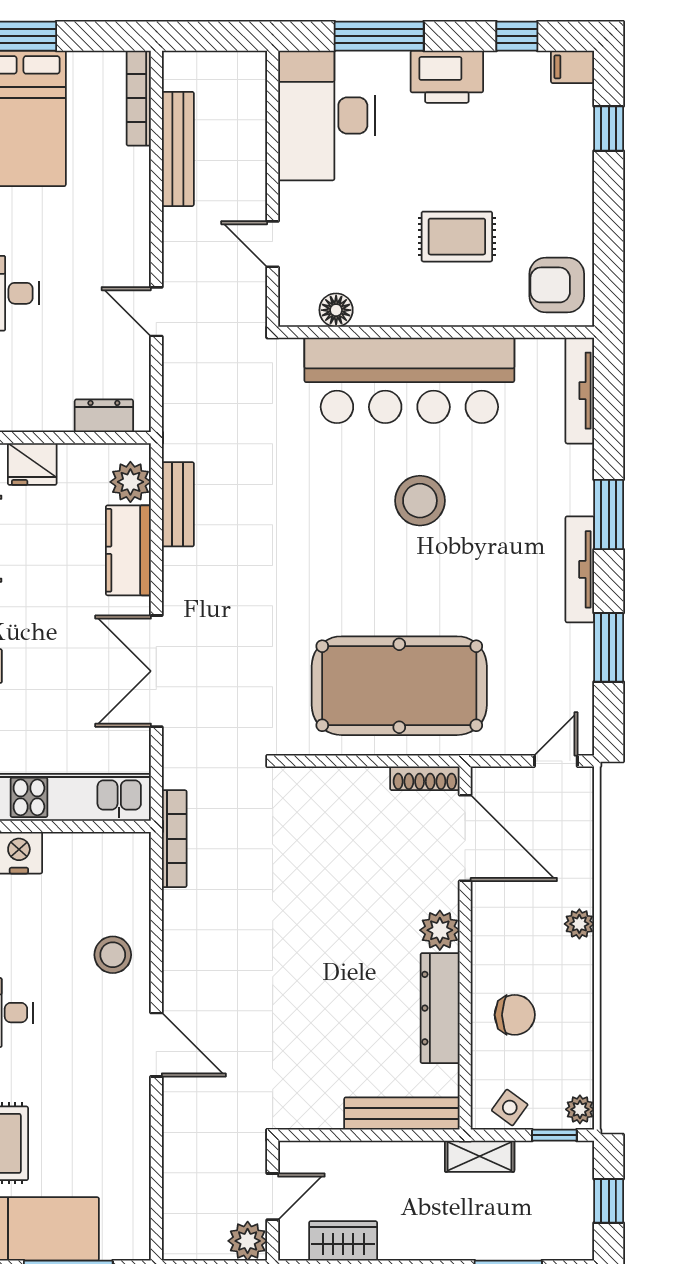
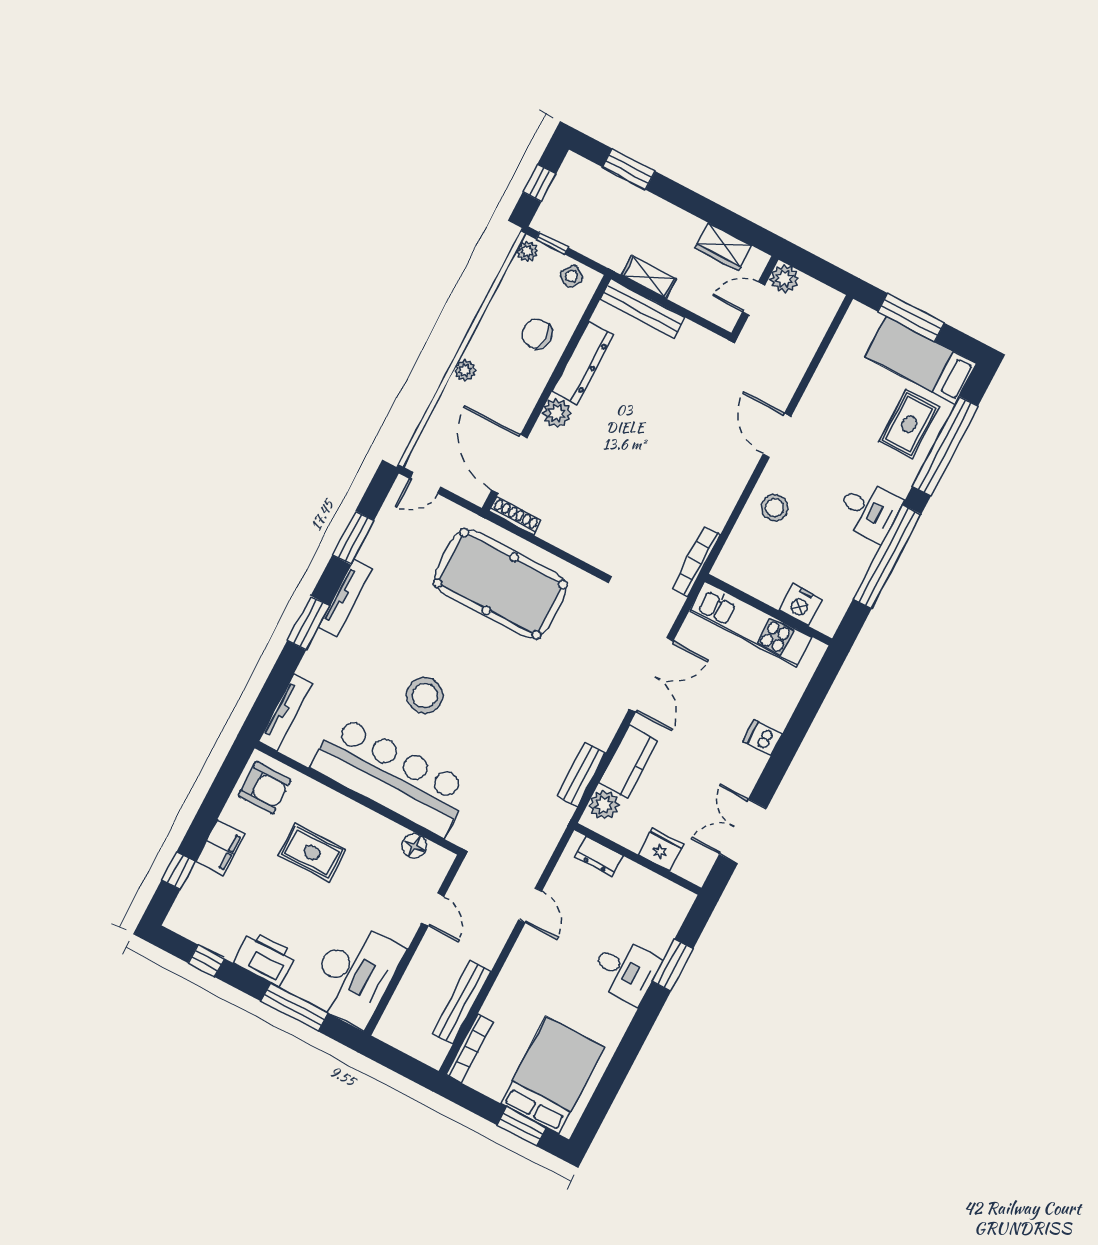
filing cabinet: (573, 67) -> (220, 847), moved, width x2.00
shelving: (480, 1156) -> (649, 277), moved

